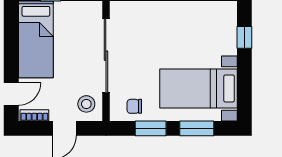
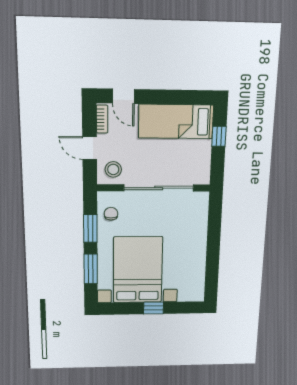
window: (244, 37) -> (154, 308), moved
bed with nightstands: (198, 88) -> (138, 270), width x1.36

